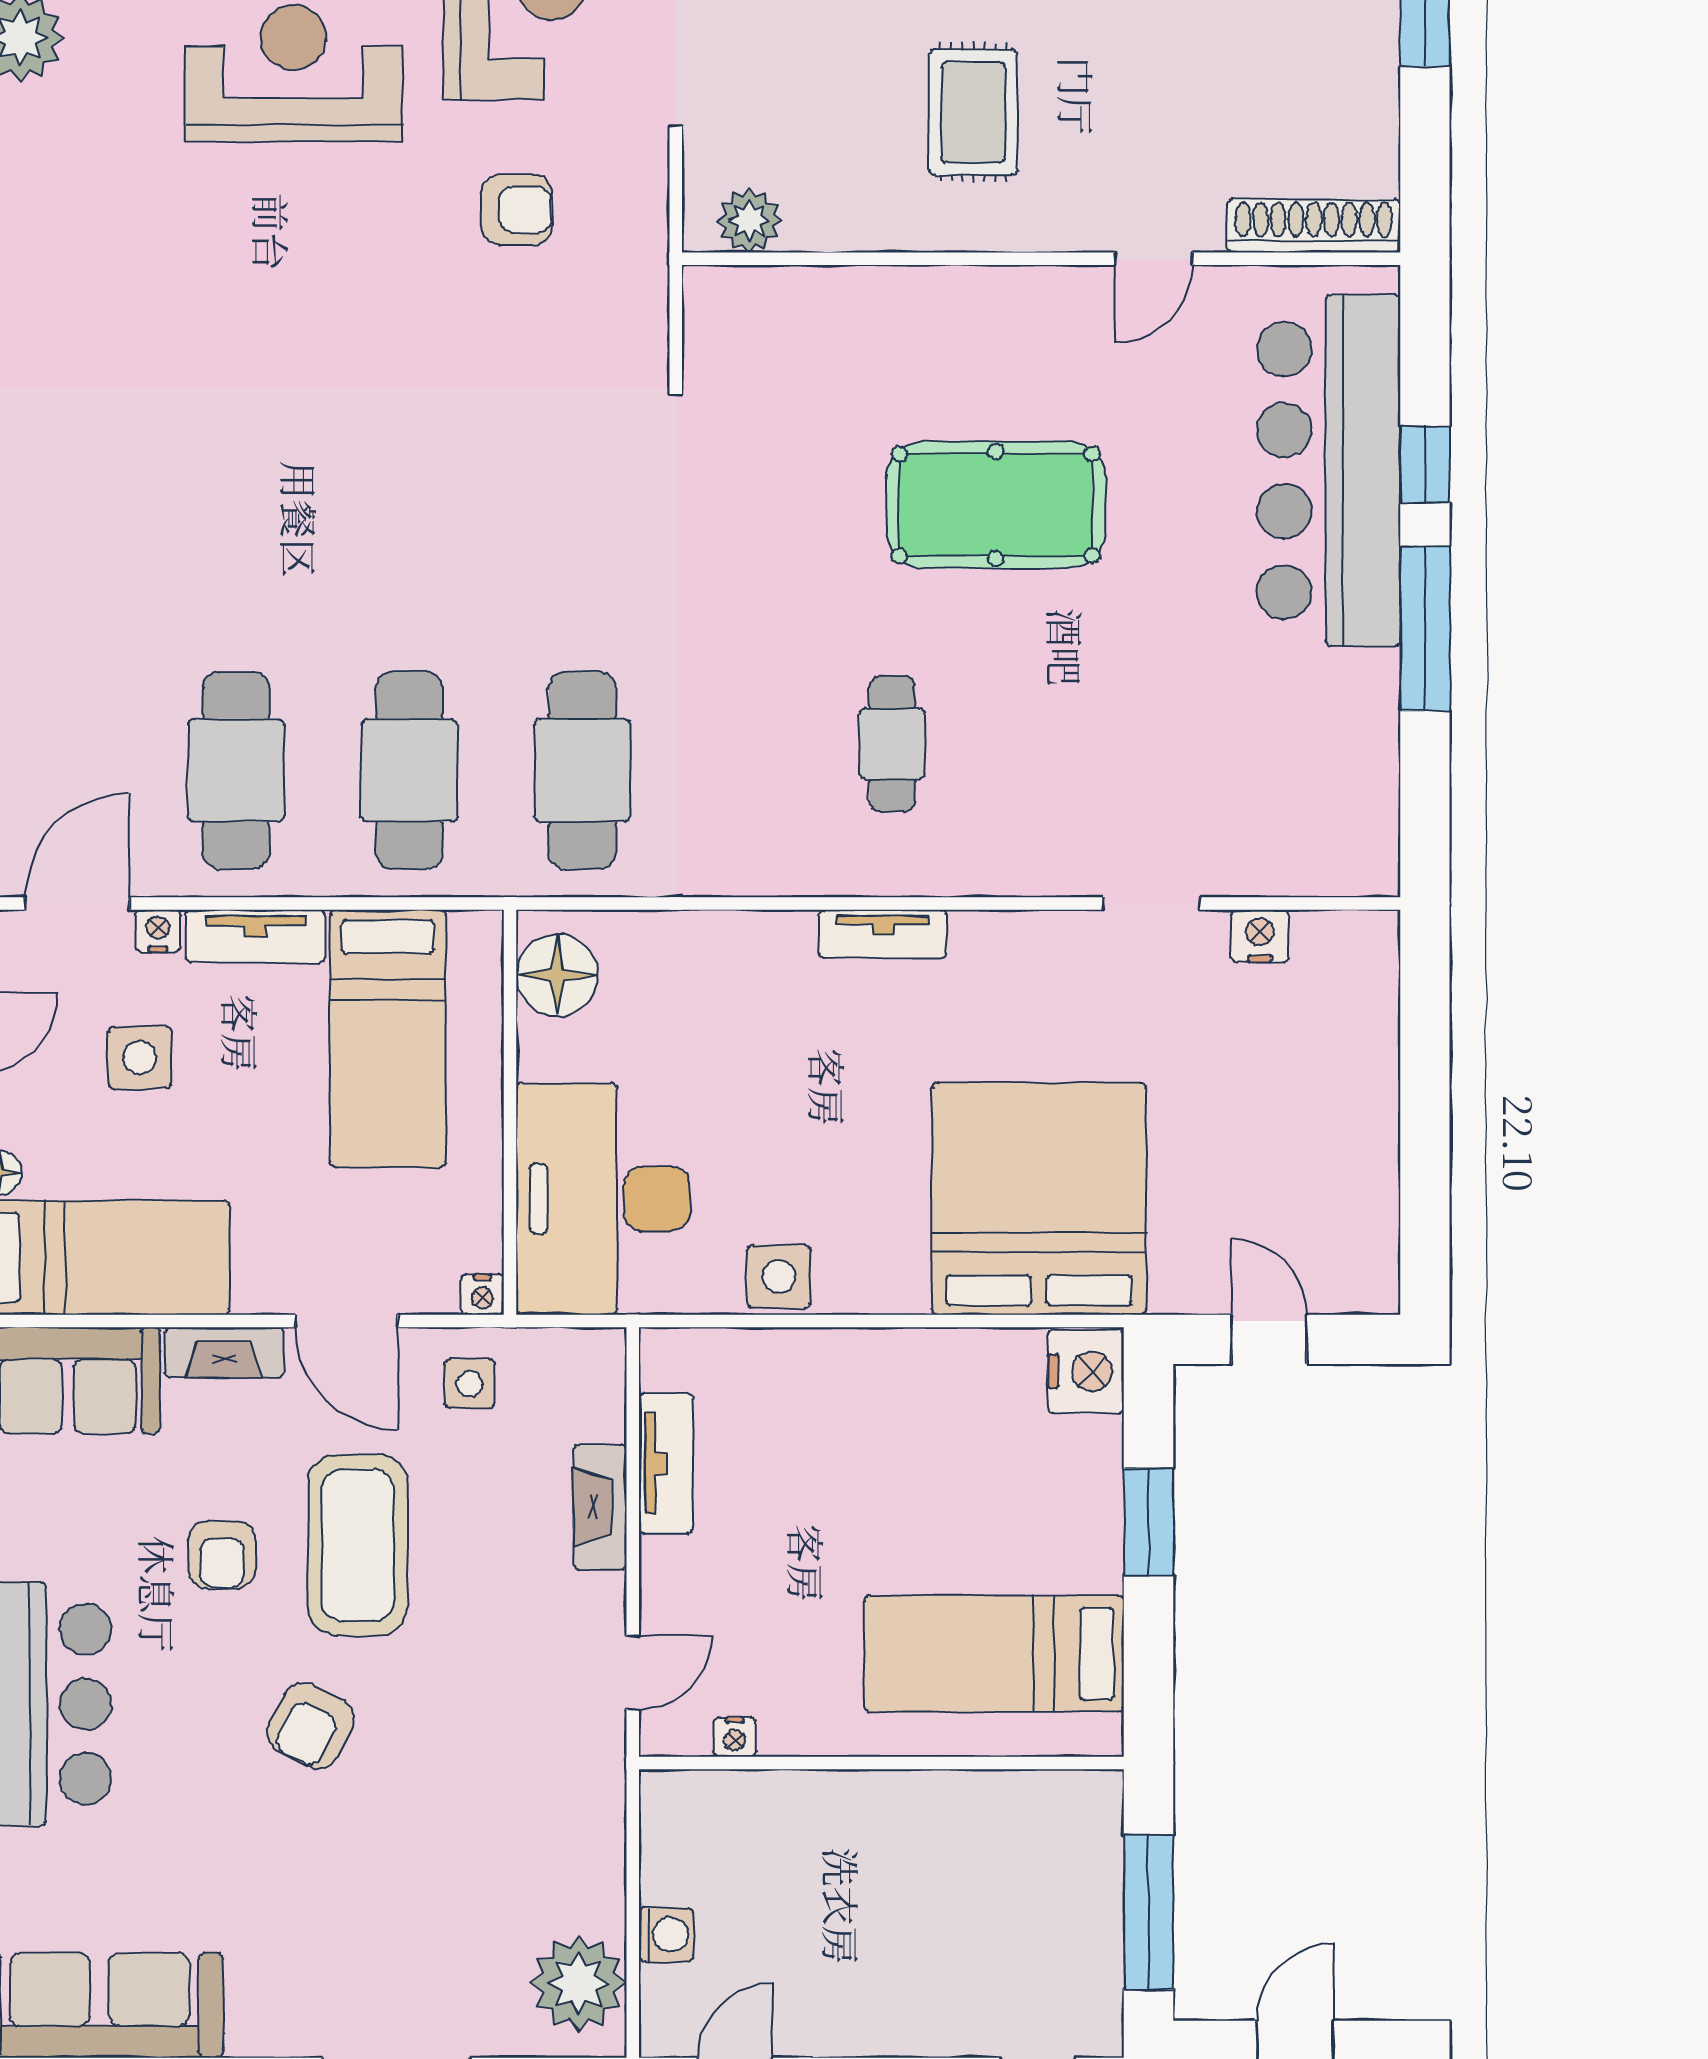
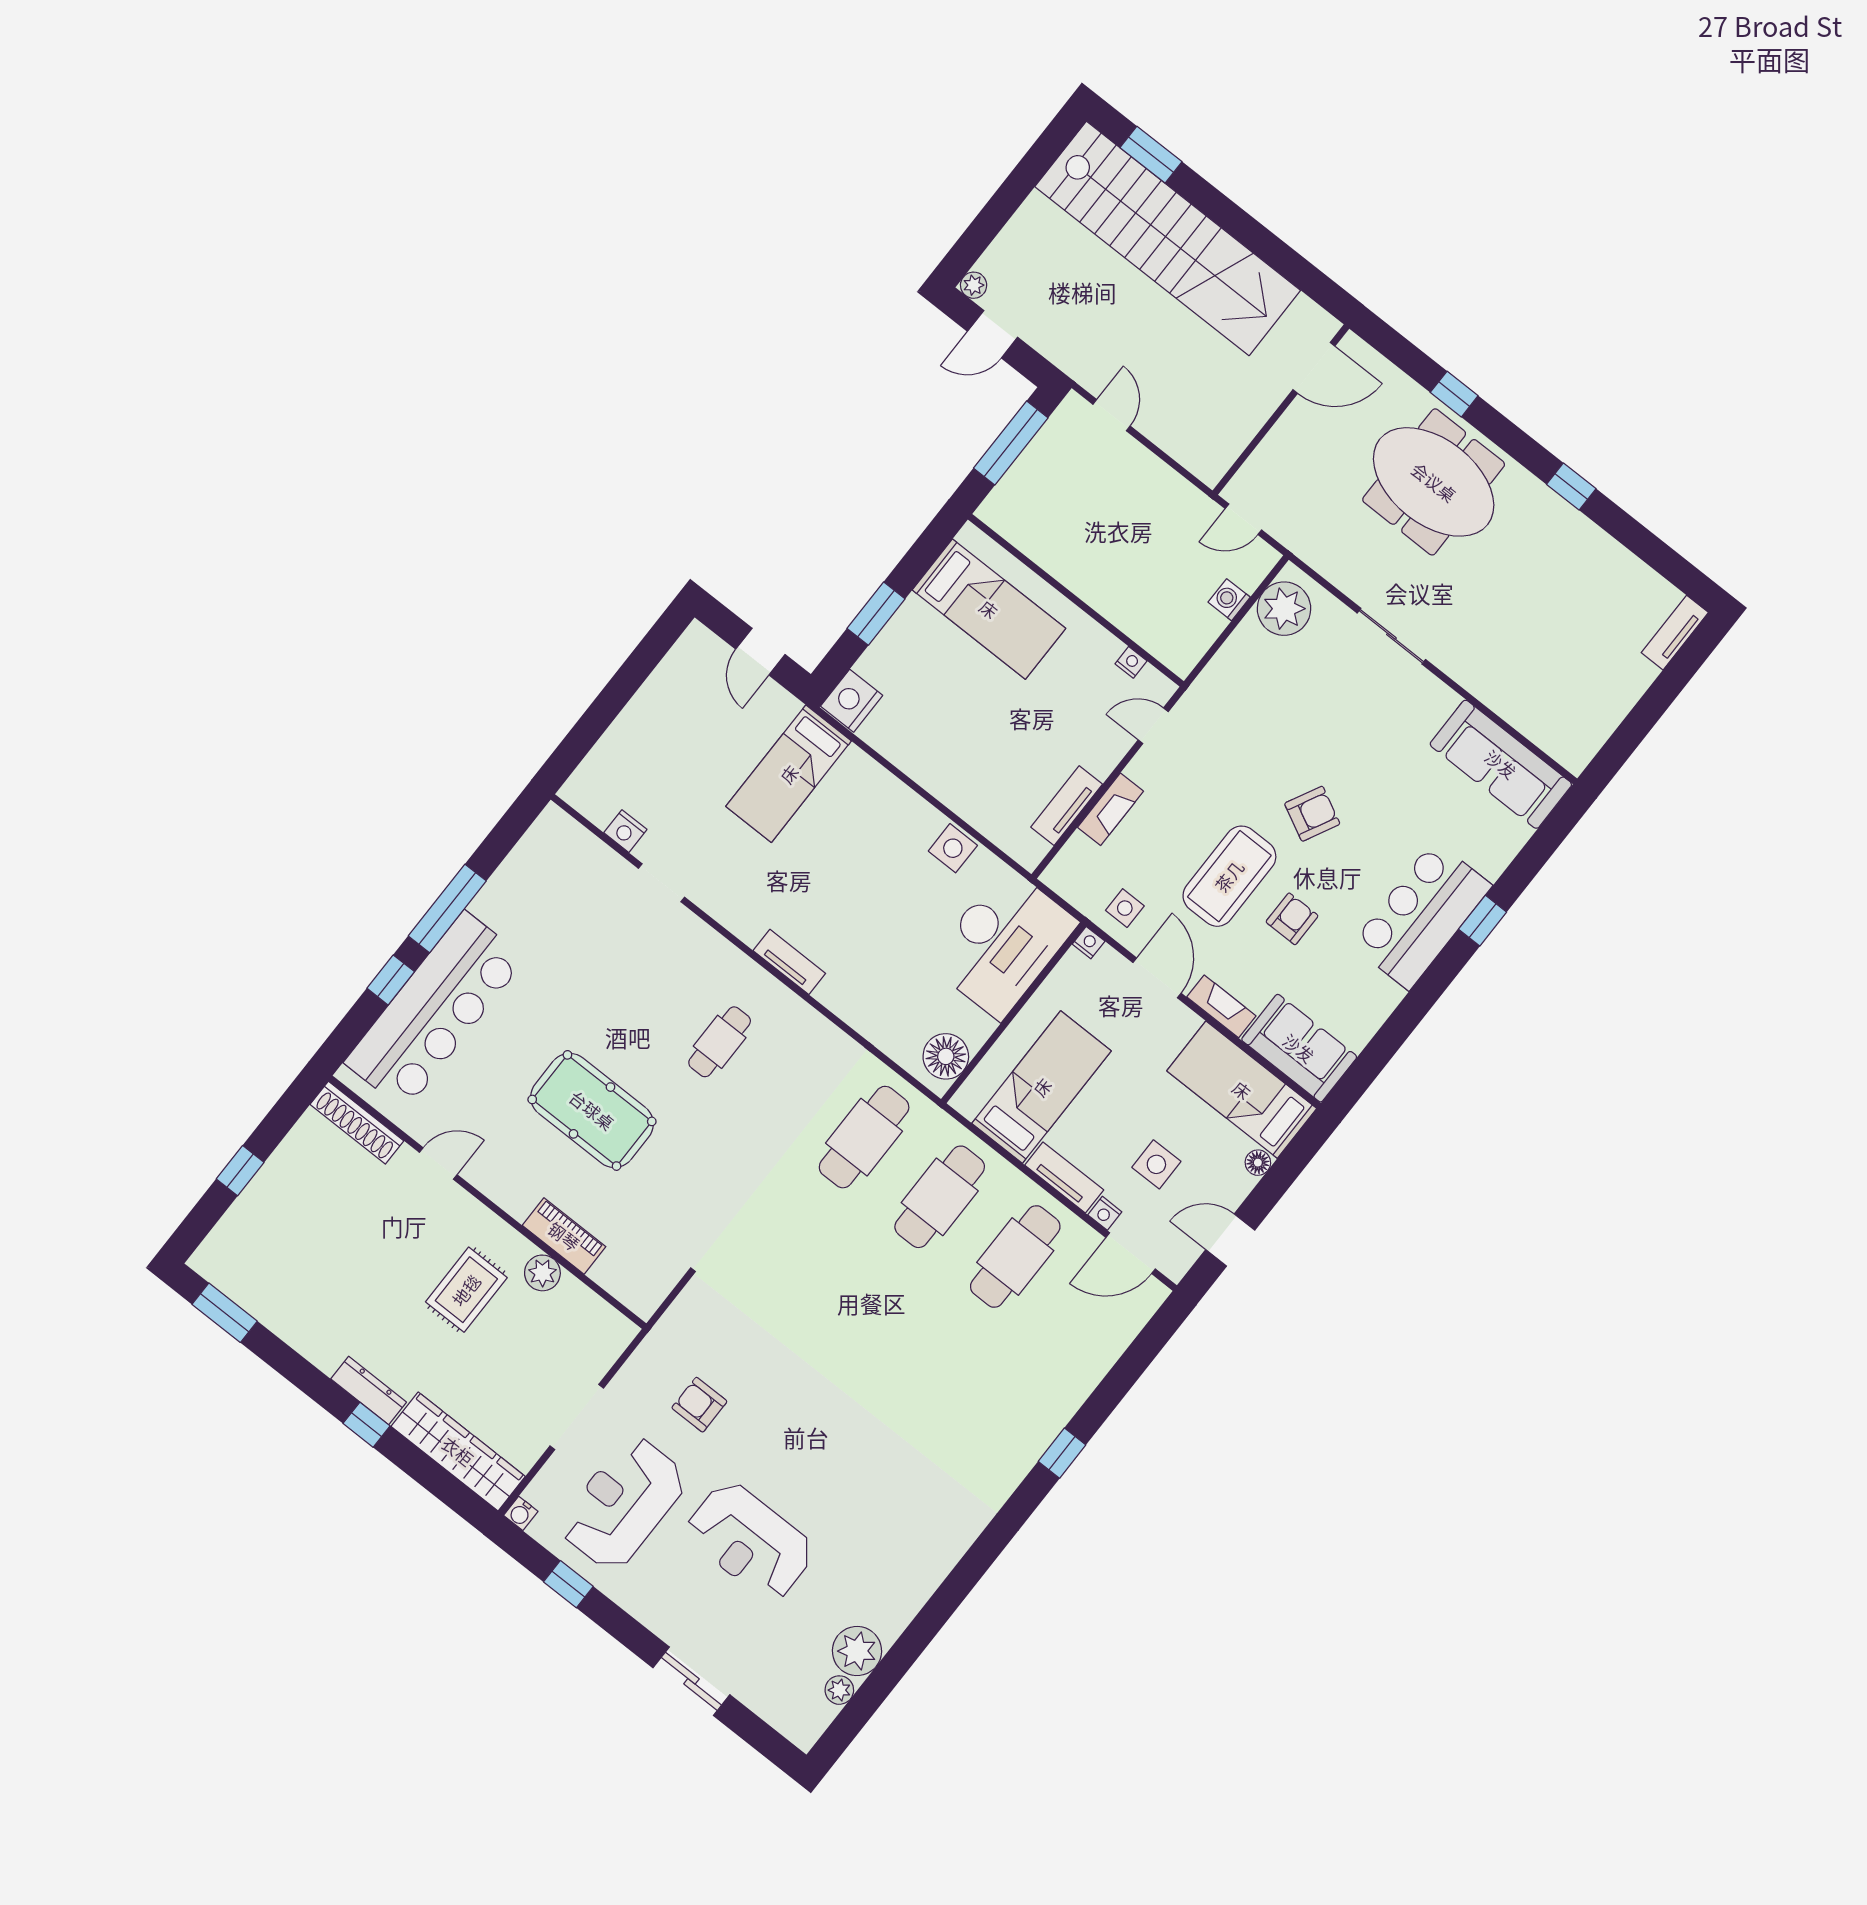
plant: (749, 221) -> (542, 1273), moved
piano: (895, 297) -> (564, 1236), added
bed: (1039, 1199) -> (789, 774), width x0.49

